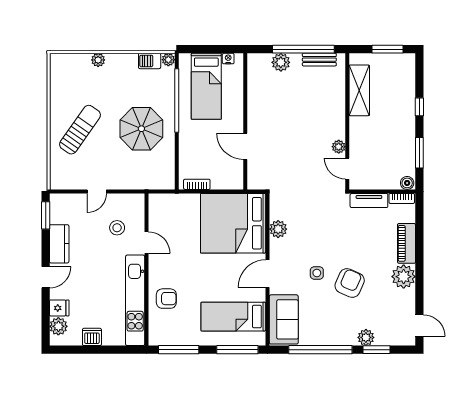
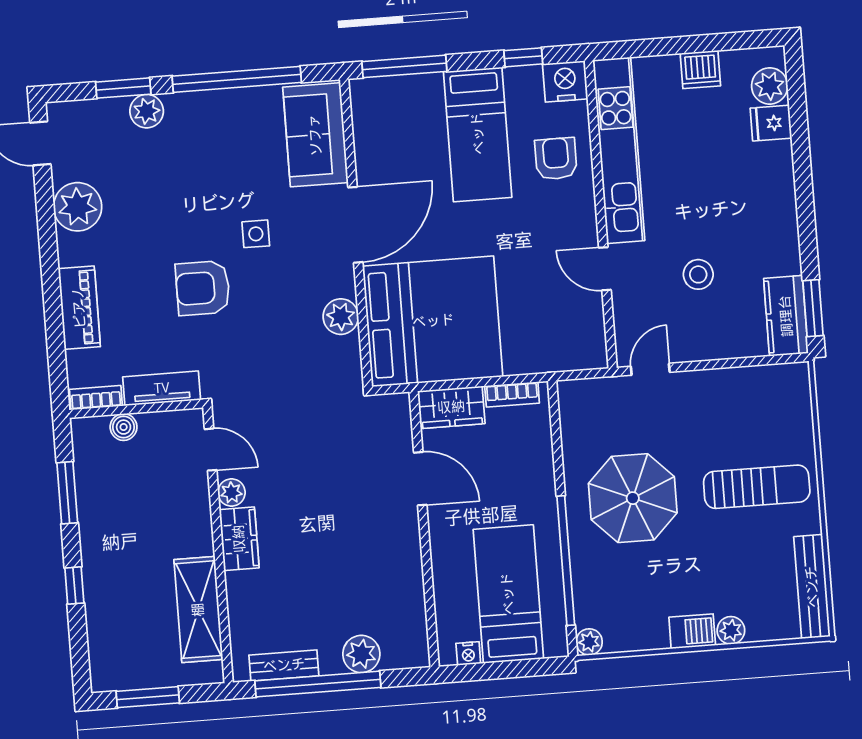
barbecue: (150, 61) -> (692, 631), moved
bench: (57, 78) -> (812, 587), added
wardrobe: (337, 124) -> (239, 539), added
sun lounger: (80, 130) -> (757, 487), turned -125
wardrobe: (227, 180) -> (451, 407), added
boiler: (407, 183) -> (124, 427), moved
door: (97, 191) -> (650, 369), moved
stool: (117, 228) -> (698, 274), moved
kitchen counter: (59, 244) -> (786, 316), moved
door: (268, 274) -> (355, 225), width x1.36
door: (46, 277) -> (803, 183), removed
plant: (404, 277) -> (78, 207), moved
armchair: (350, 283) -> (203, 288), moved, turned 66
armchair: (166, 299) -> (556, 159), turned 90
bed: (233, 317) -> (478, 134), moved, turned 90
nightstand: (159, 336) -> (565, 81), added
window: (179, 350) -> (523, 57), width x0.46

